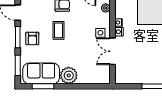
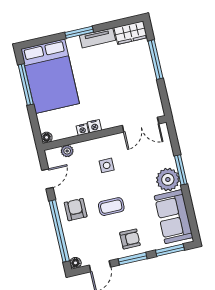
side table: (100, 33) -> (107, 165), moved
double door: (113, 51) -> (141, 125), moved
window: (43, 86) -> (181, 170), moved

